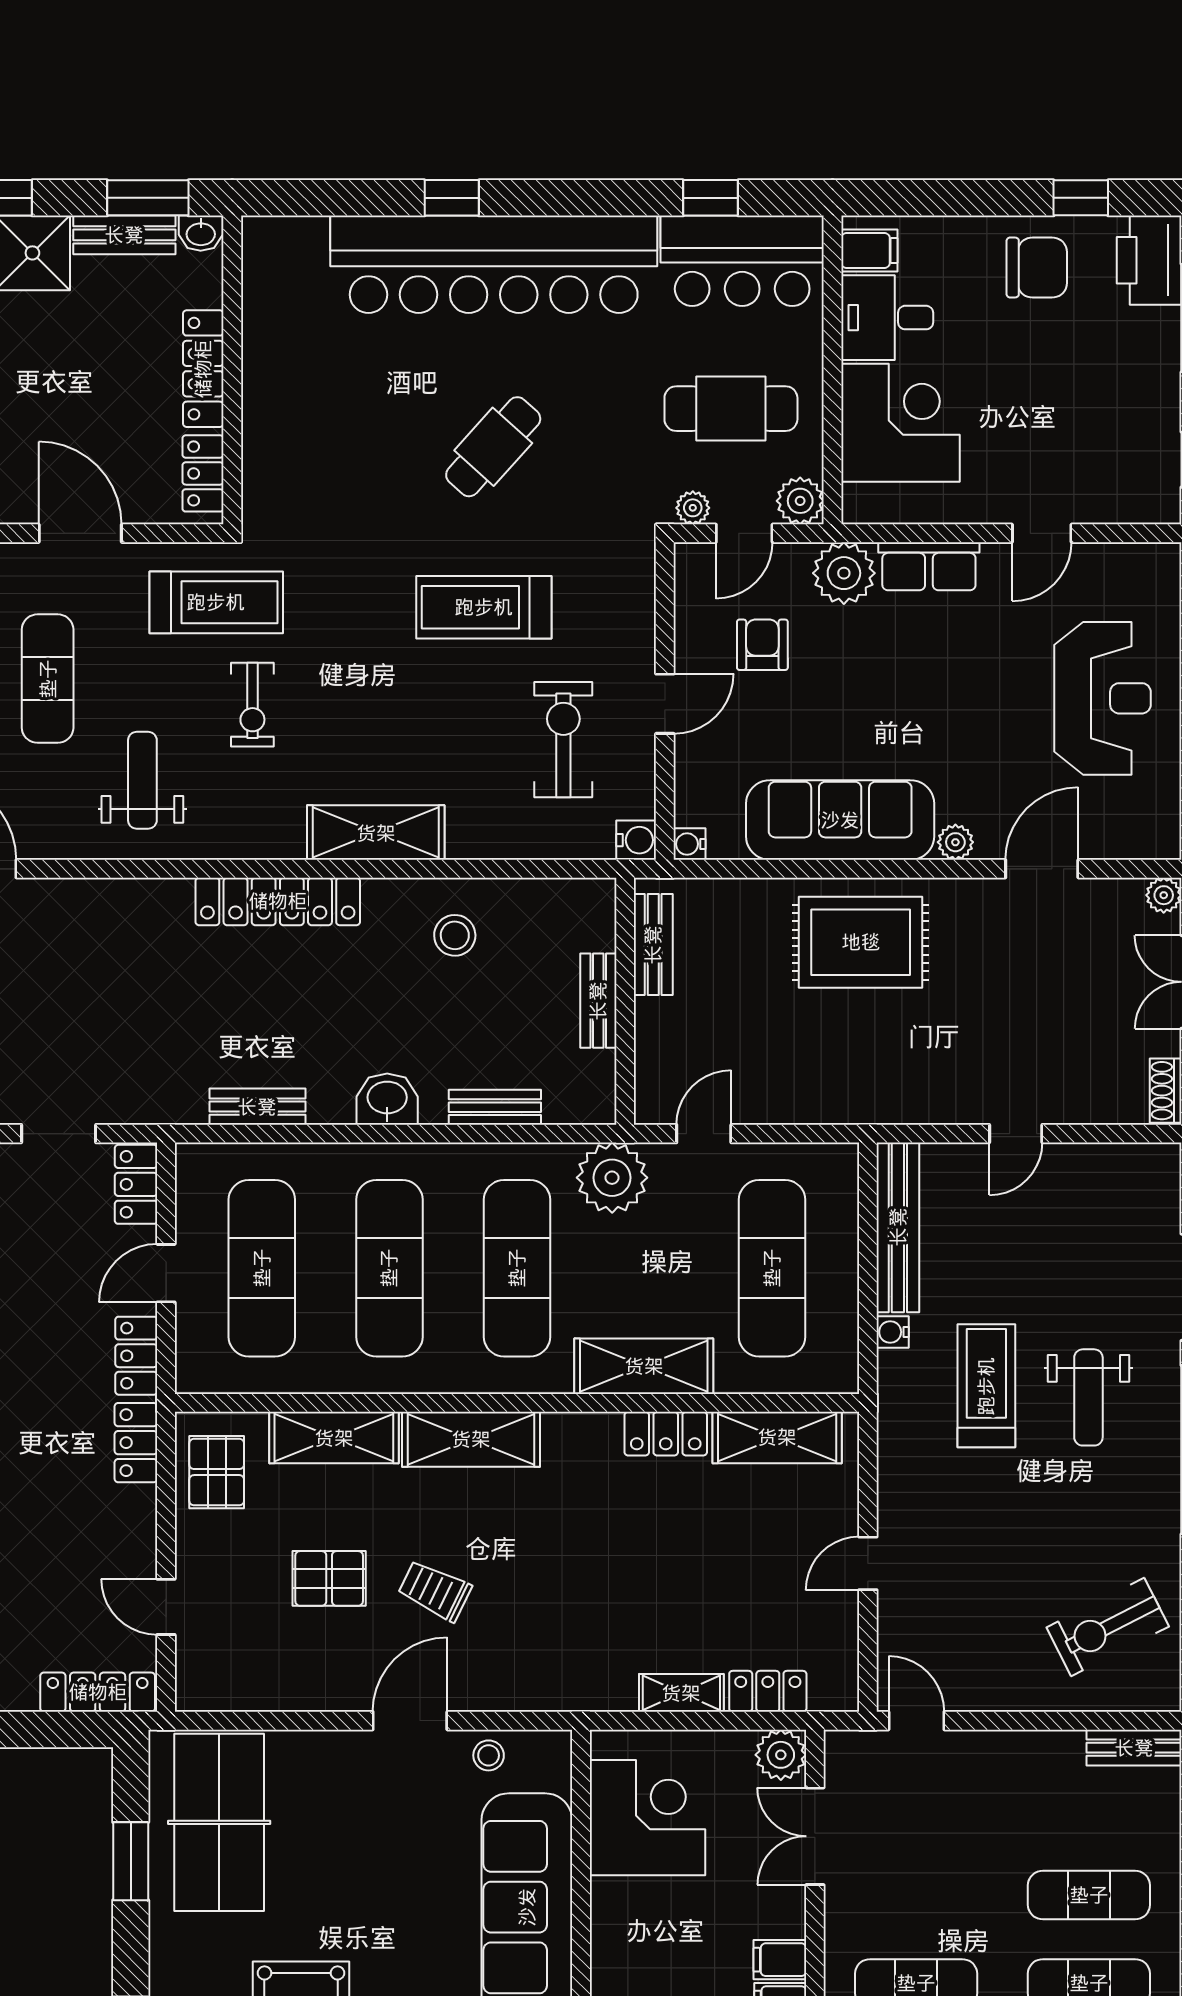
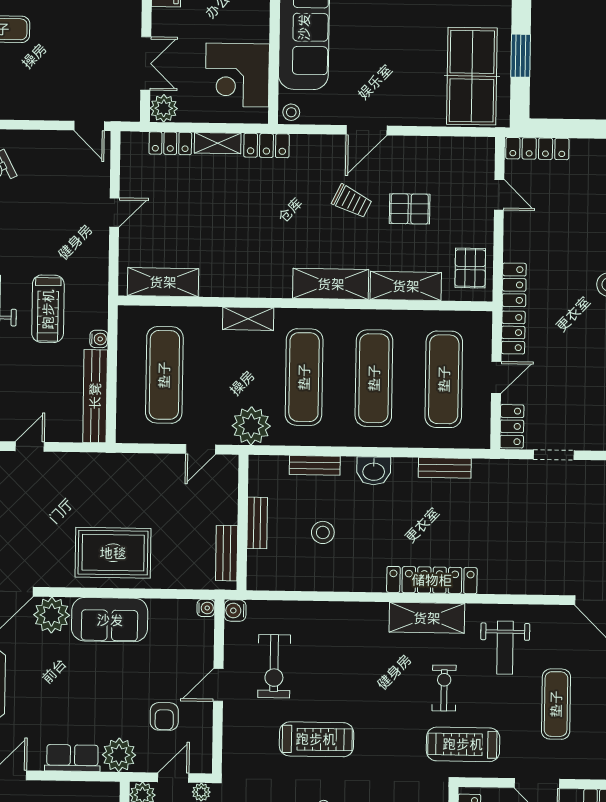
sofa: (840, 820) -> (110, 620), width x0.73
shelving: (376, 833) -> (427, 618), moved
plant: (955, 842) -> (52, 615), width x1.88, depth x1.88
stool: (455, 935) -> (323, 532), moved
shelving: (644, 1366) -> (248, 319), width x0.67, depth x0.75
locker: (666, 1434) -> (266, 146), moved, turned 180
stool: (489, 1755) -> (291, 112), moved

